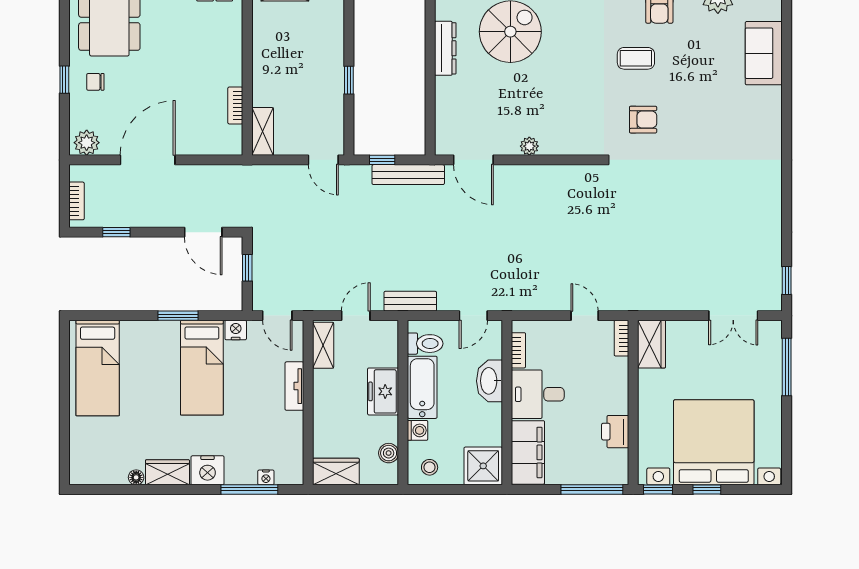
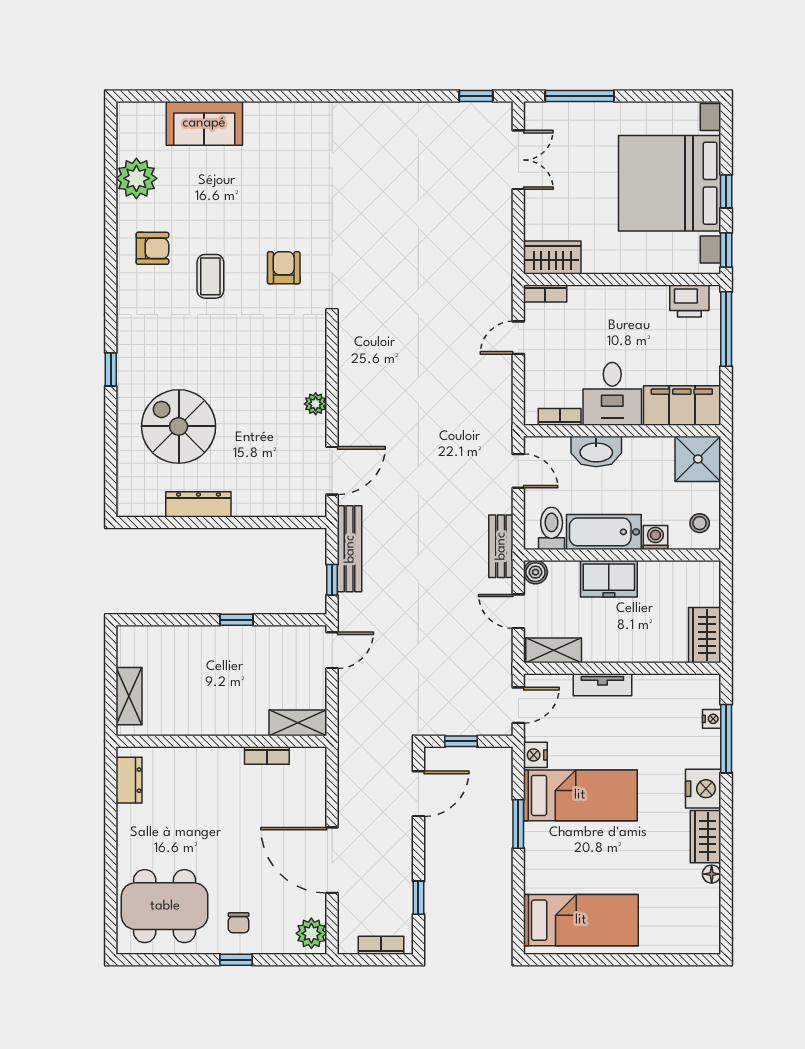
printer: (615, 432) -> (689, 301), moved
boiler: (389, 453) -> (535, 572), moved

